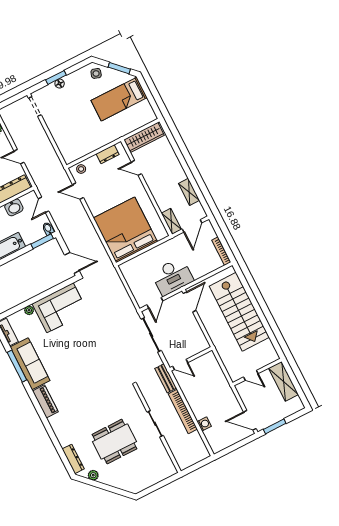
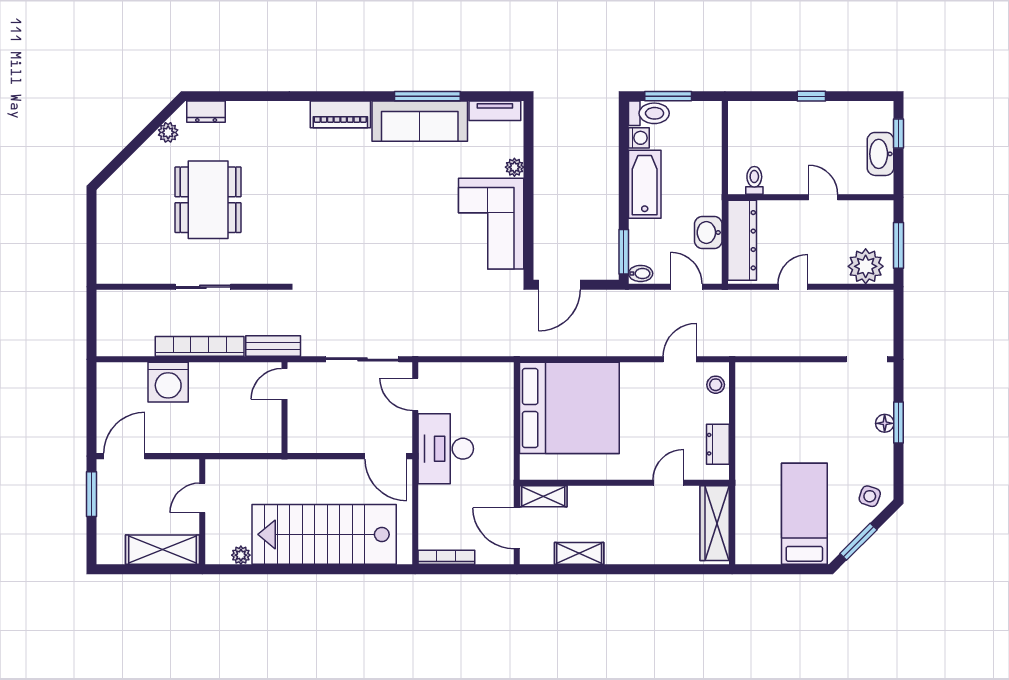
plant: (268, 345) -> (241, 555), added
washing machine: (204, 424) -> (168, 382), width x1.89, depth x1.89
dresser: (73, 459) -> (206, 112), width x0.70

